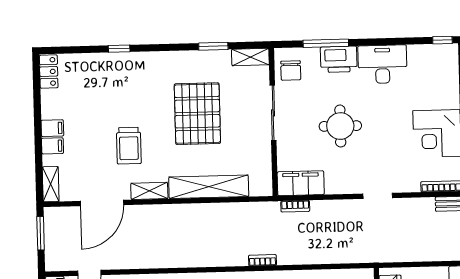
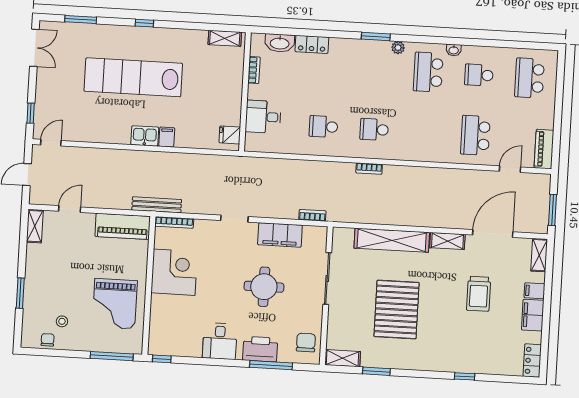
desk: (382, 64) -> (220, 341), width x0.73
sliding door: (273, 113) -> (327, 278), moved
filing cabinet: (52, 128) -> (533, 315), width x2.00
trolley: (129, 146) -> (479, 294), moved, turned 180
filing cabinet: (301, 183) -> (280, 235), moved
bookcase: (262, 260) -> (369, 169), moved

